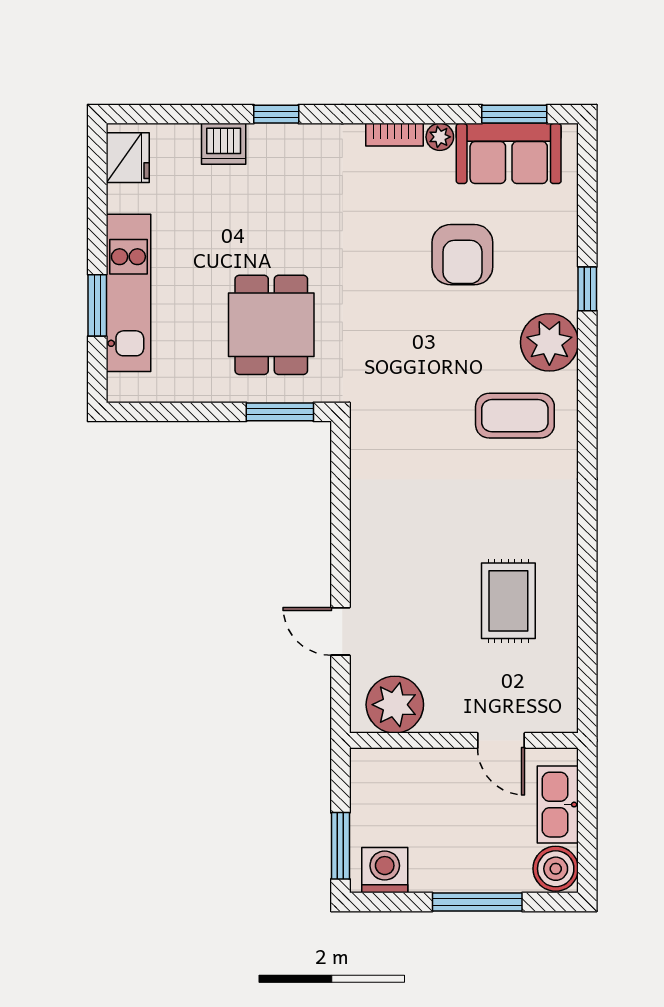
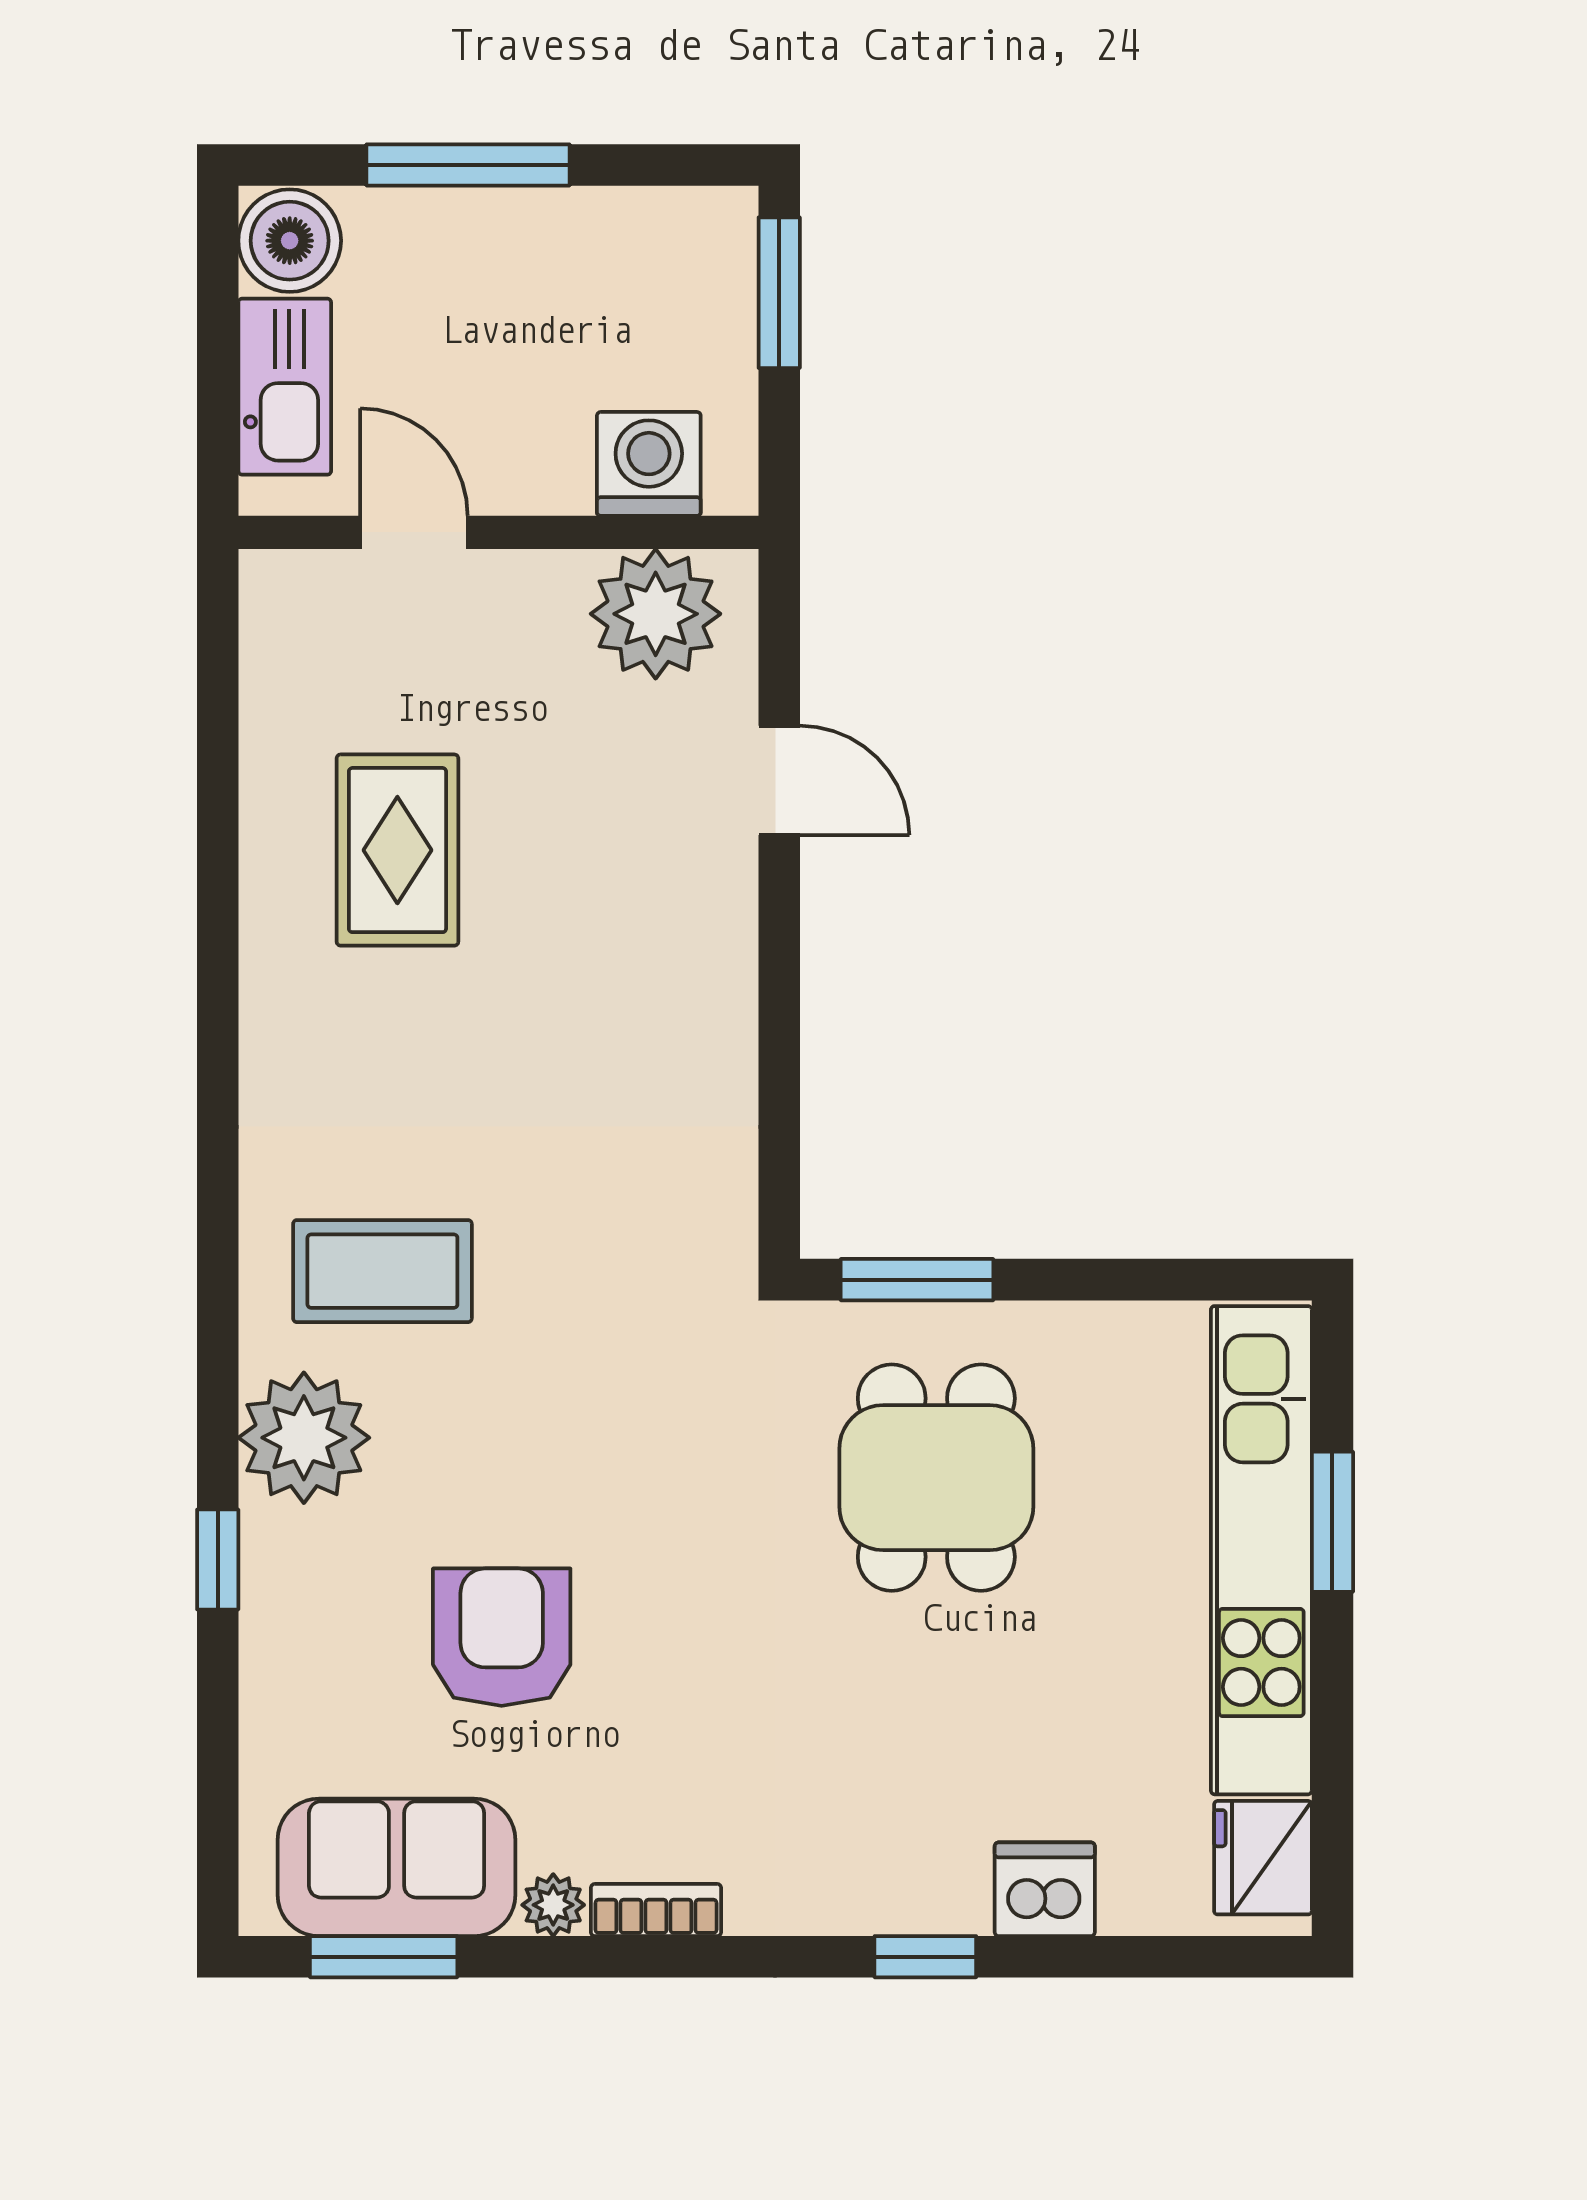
kitchen unit: (128, 293) -> (1261, 1550), width x1.36
washing machine: (385, 870) -> (649, 464), moved, turned 180

